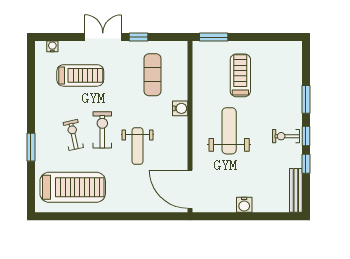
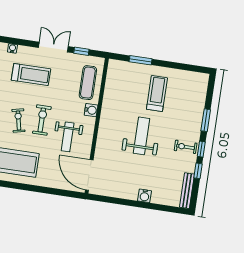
water cooler: (180, 108) -> (91, 110), moved
wall: (190, 127) -> (97, 126), moved
door: (190, 189) -> (89, 175), moved

